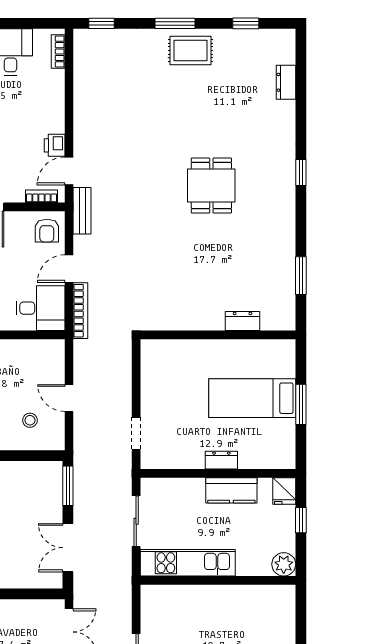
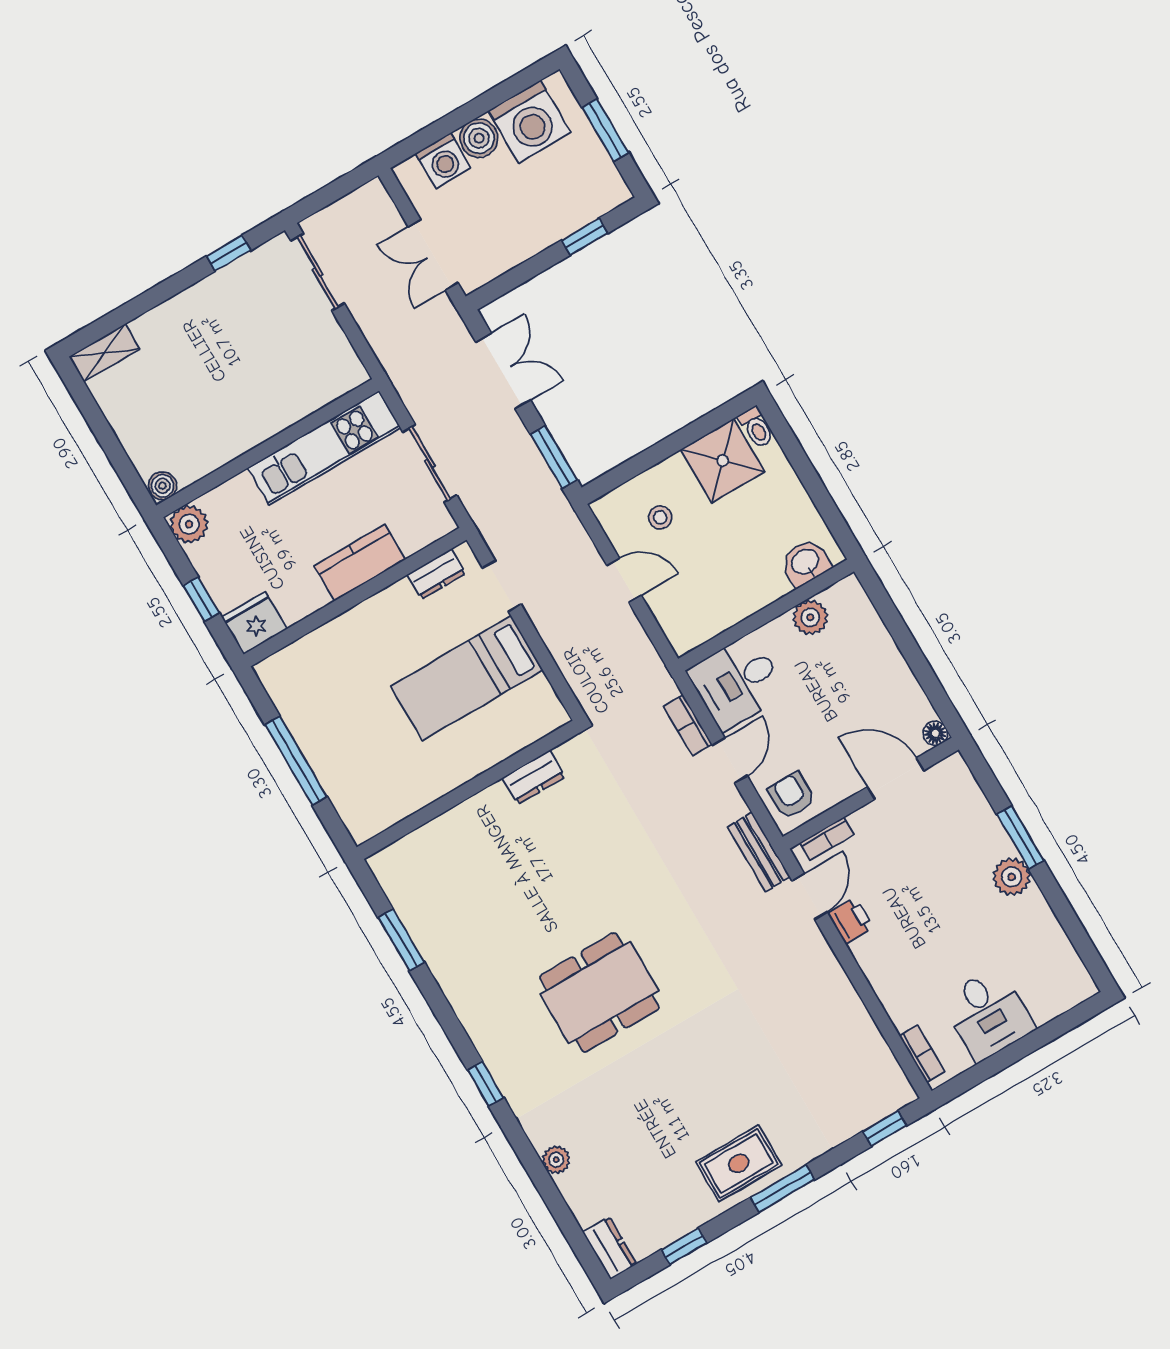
dresser: (286, 82) -> (610, 1248), moved
plant: (287, 110) -> (556, 1160), added
dining table: (211, 186) -> (599, 992), width x1.38
bookcase: (80, 311) -> (688, 725), width x0.64
dresser: (243, 321) -> (534, 777), moved
bed: (252, 398) -> (467, 678), moved, turned 180
window: (301, 404) -> (296, 761), width x1.44
dresser: (221, 460) -> (436, 574), moved
kitchen counter: (231, 490) -> (360, 563), moved
fridge: (284, 491) -> (254, 623), width x1.38
boiler: (286, 593) -> (163, 486), added

